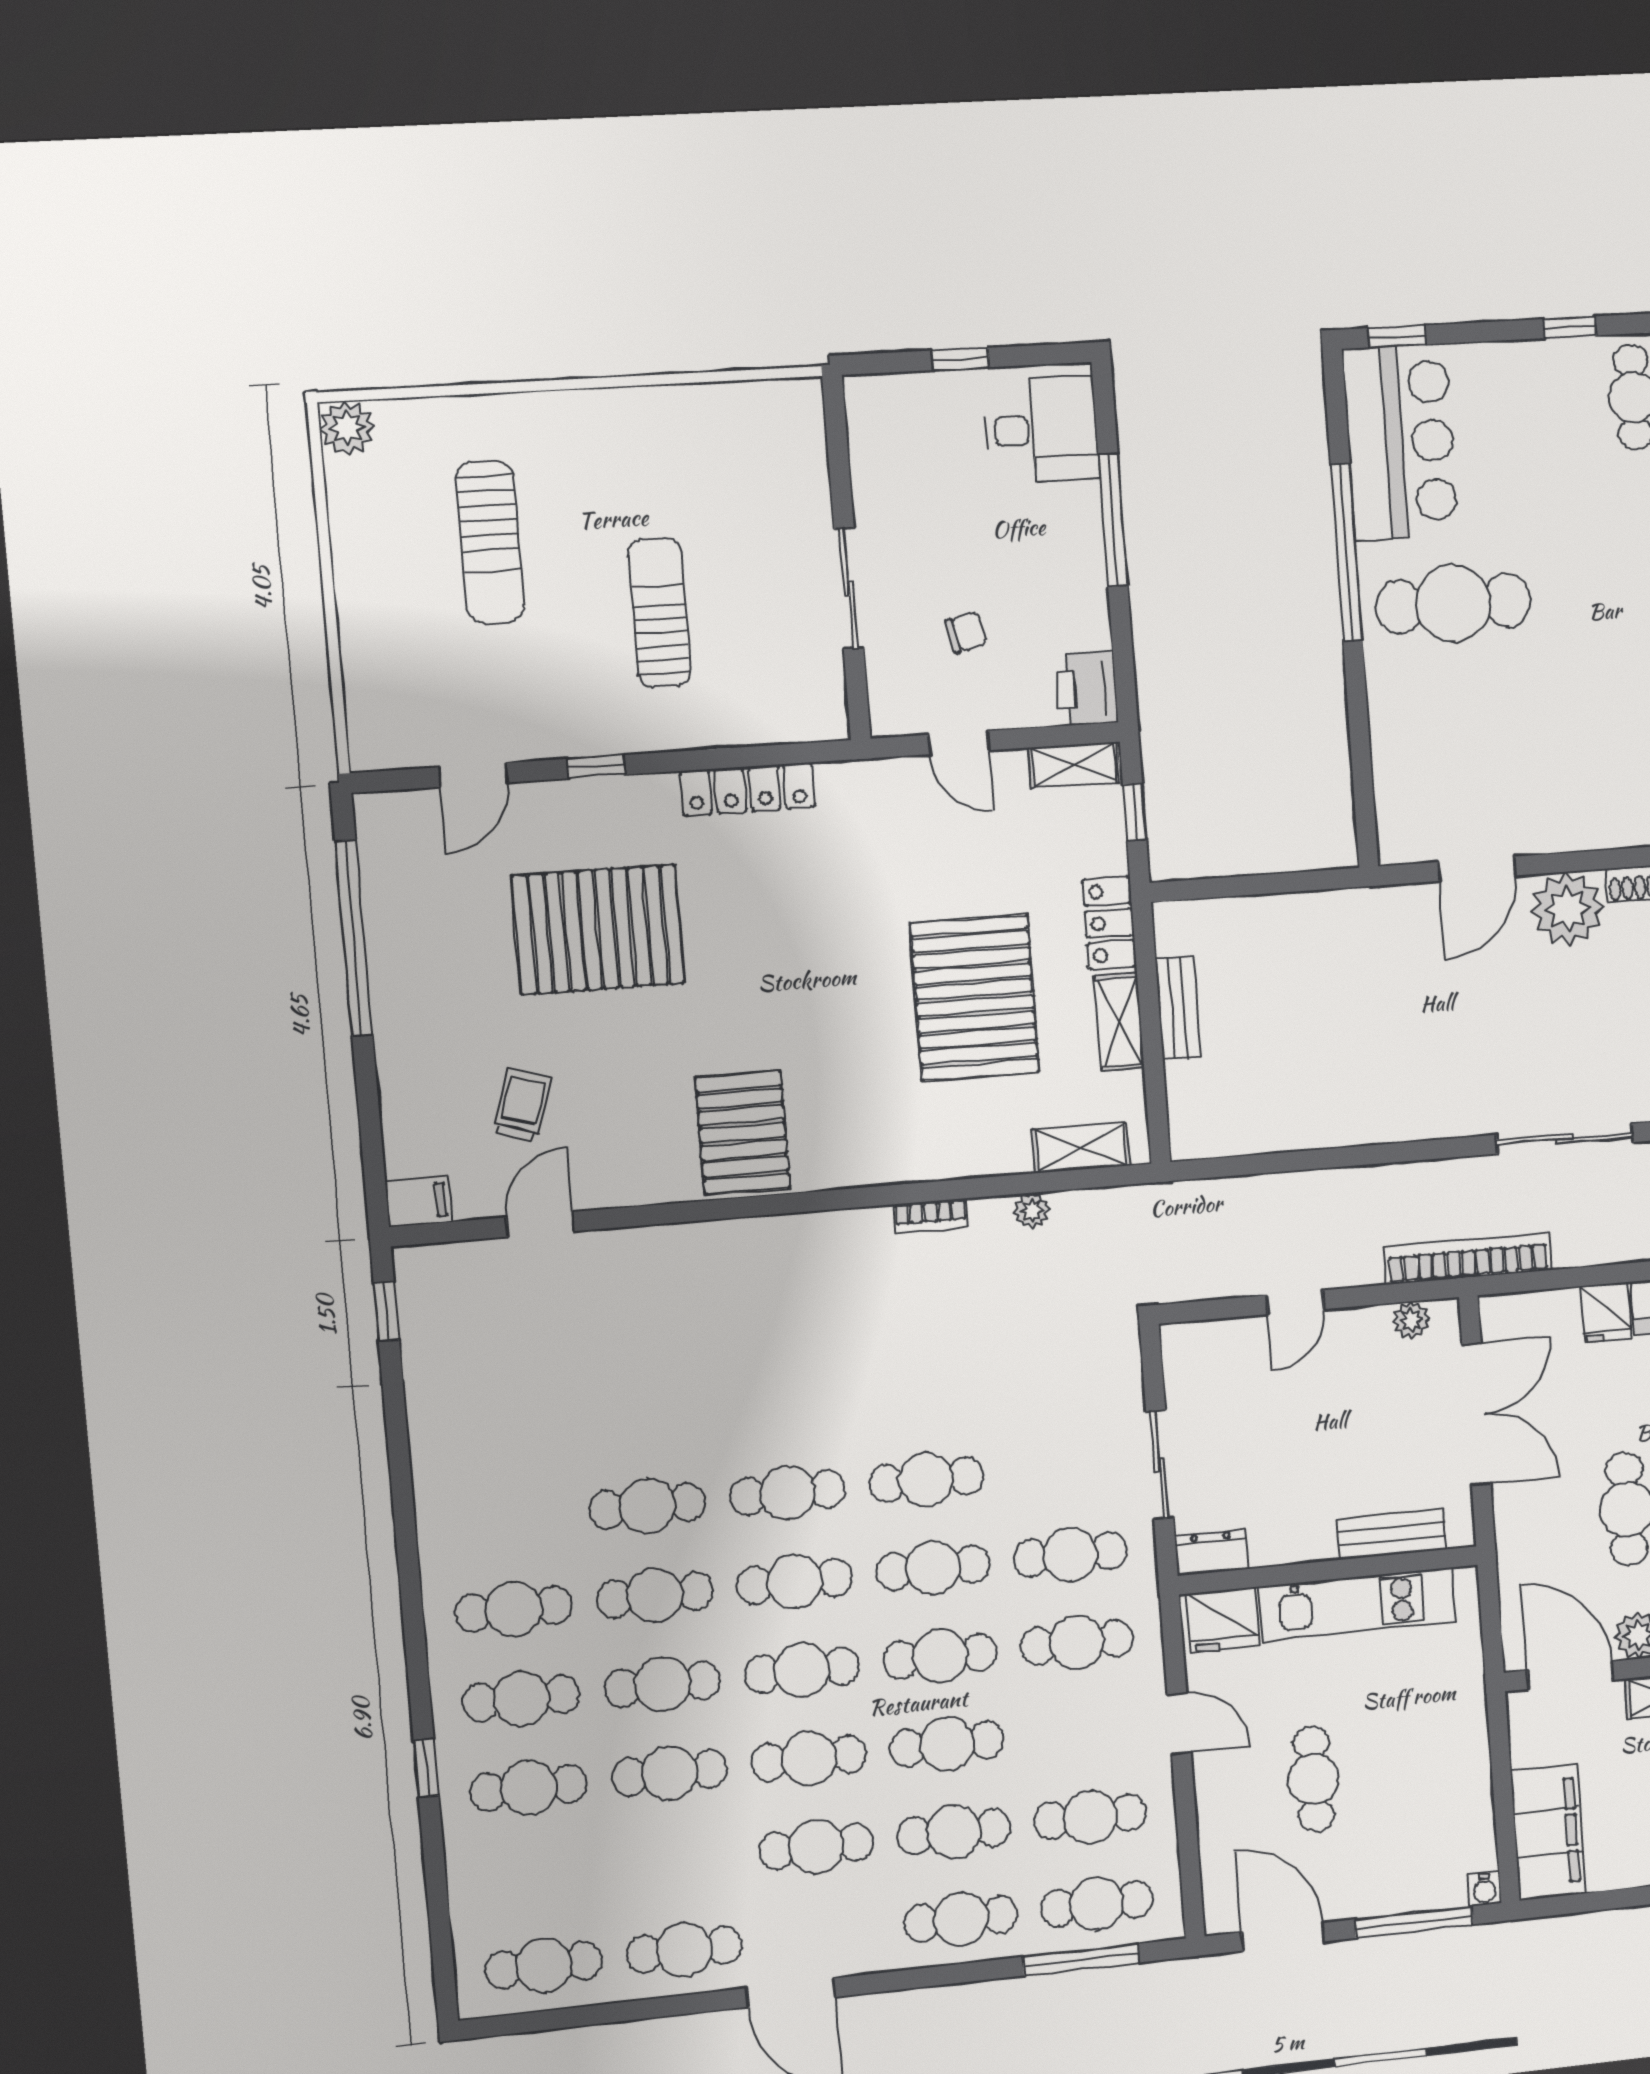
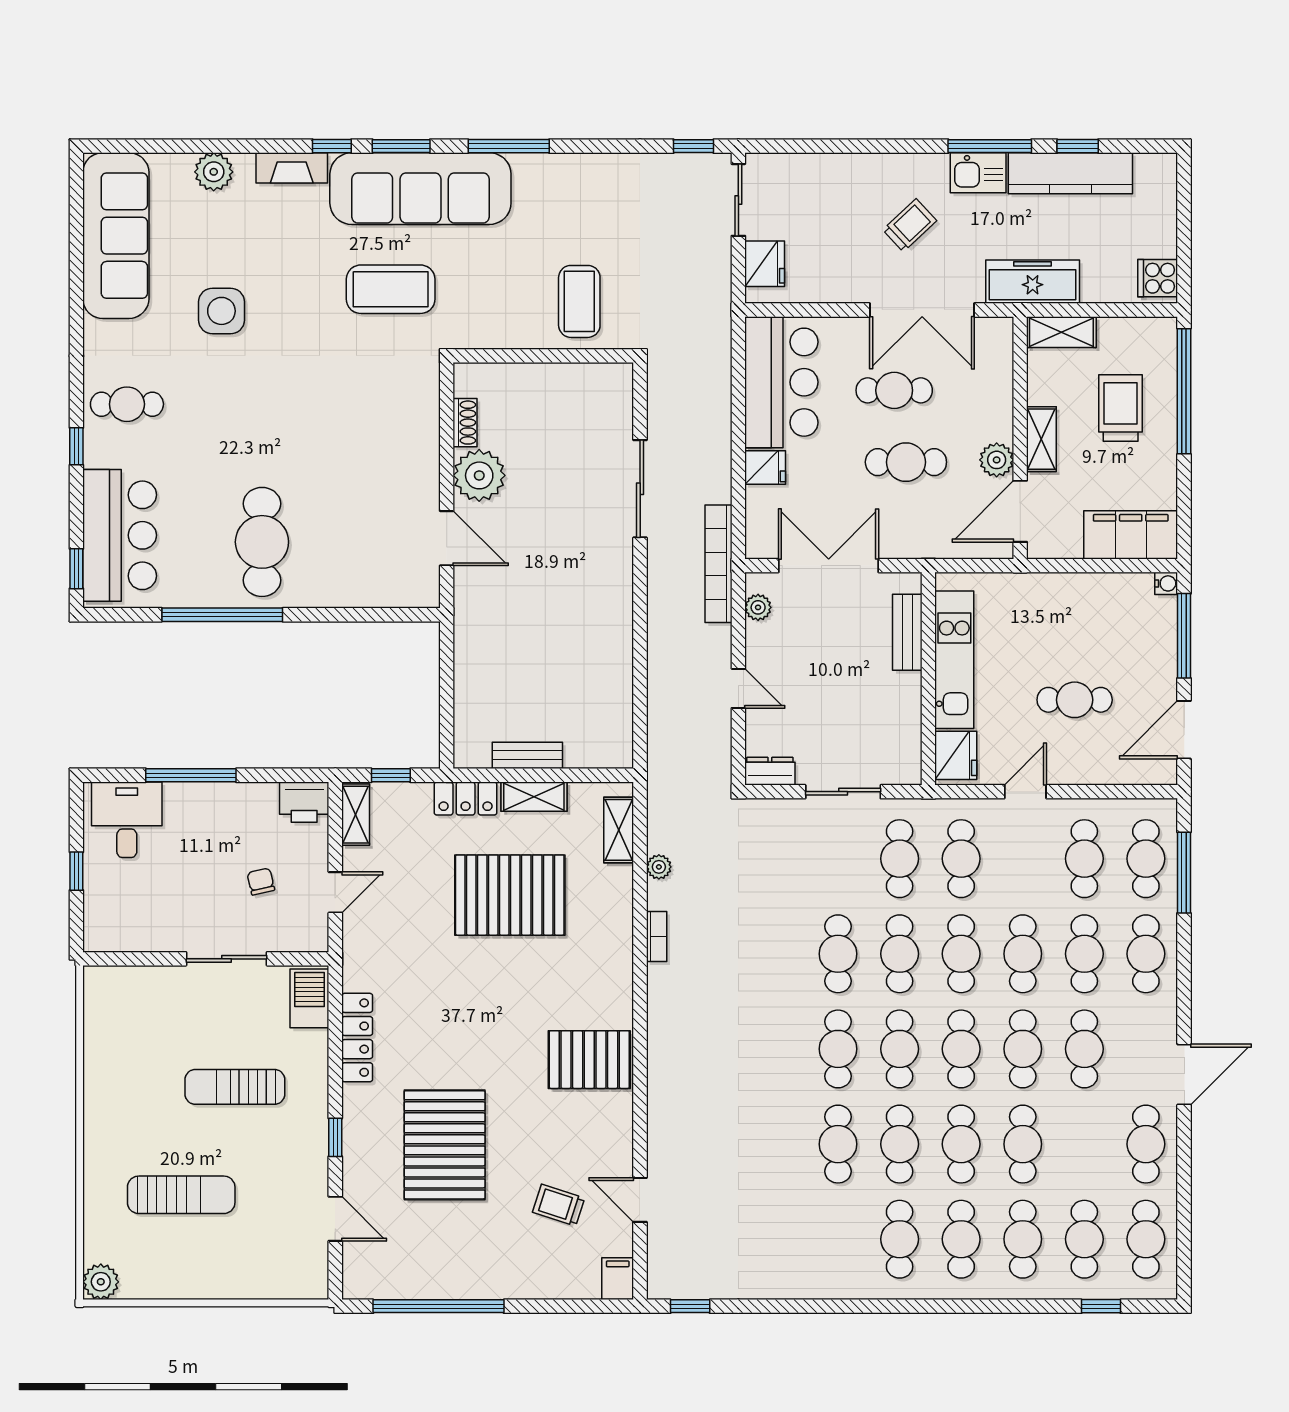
bar counter: (1400, 442) -> (120, 535), moved, turned 90
barbecue: (800, 715) -> (309, 998), added
dresser: (1211, 1552) -> (770, 771), moved, turned 90
window: (426, 1768) -> (1101, 1306), moved
cafe table: (536, 1877) -> (1084, 1239), added

